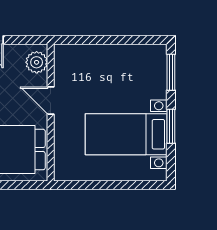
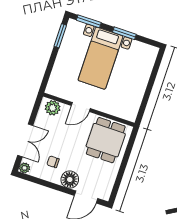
window: (138, 40) -> (60, 36), added
bed with nightstands: (126, 134) -> (100, 58), moved

